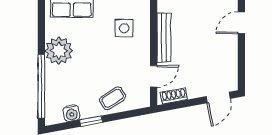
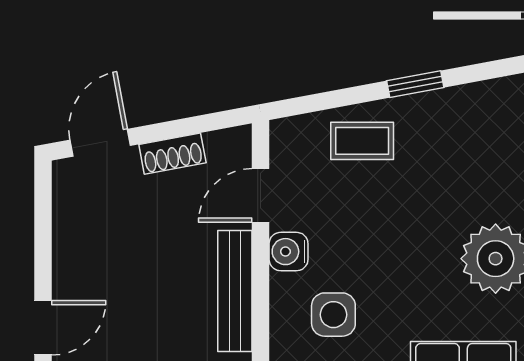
shoe rack: (174, 96) -> (172, 154), moved
coffee table: (113, 98) -> (362, 141), turned 33
water cooler: (71, 113) -> (289, 252), moved, turned -79

